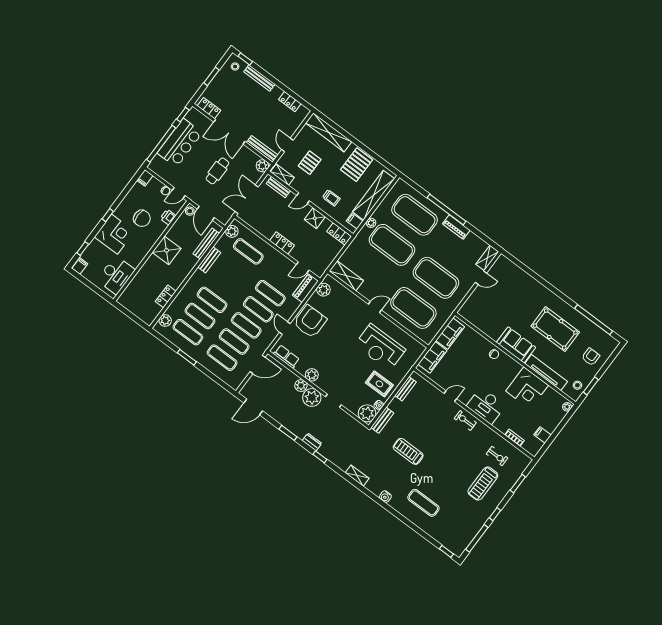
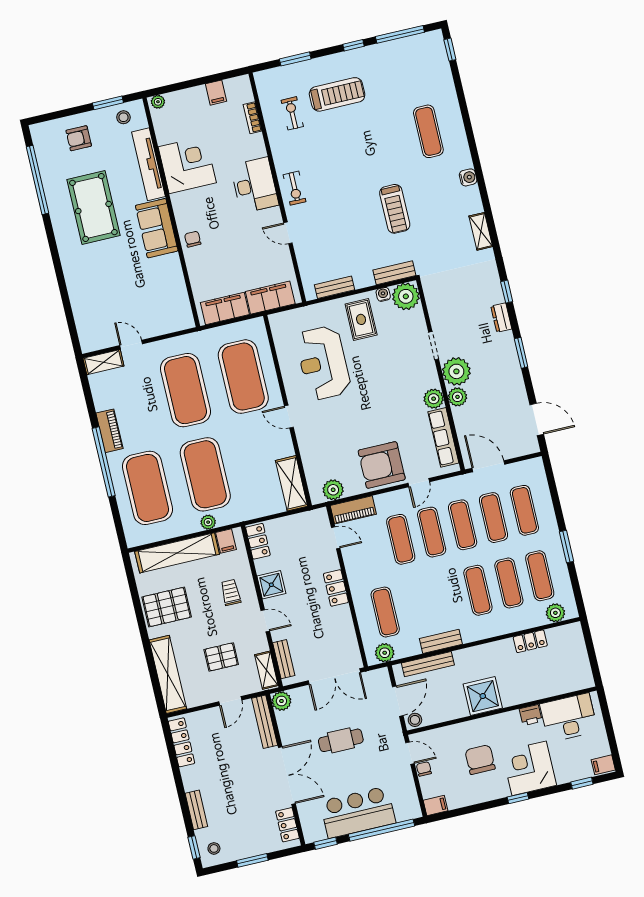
bench: (259, 78) -> (196, 810), width x0.73
locker: (290, 102) -> (181, 742), width x1.53
printer: (168, 217) -> (531, 715), moved
reception desk: (380, 347) -> (323, 363), turned 180
row of seats: (286, 357) -> (443, 437), width x1.48

